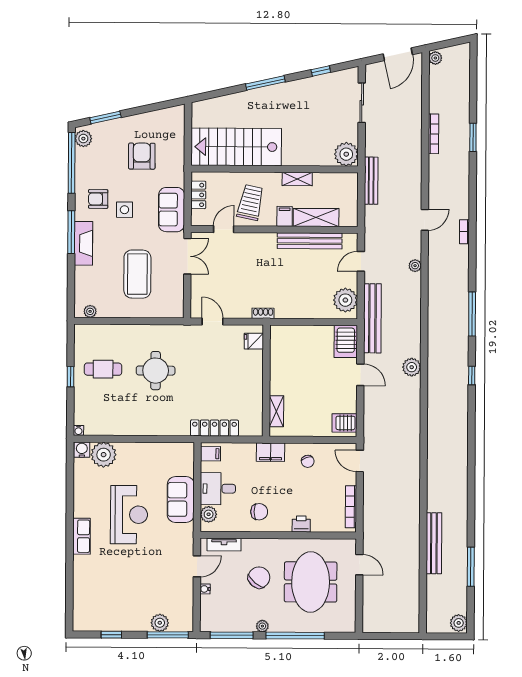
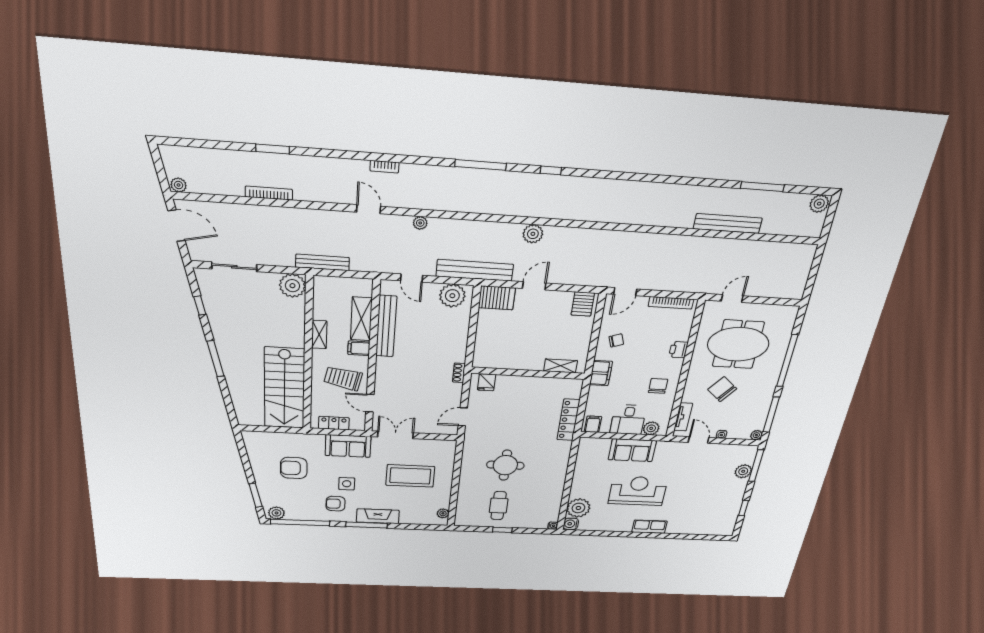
armchair: (98, 199) -> (336, 504), turned 90
plant: (262, 626) -> (756, 435), moved

